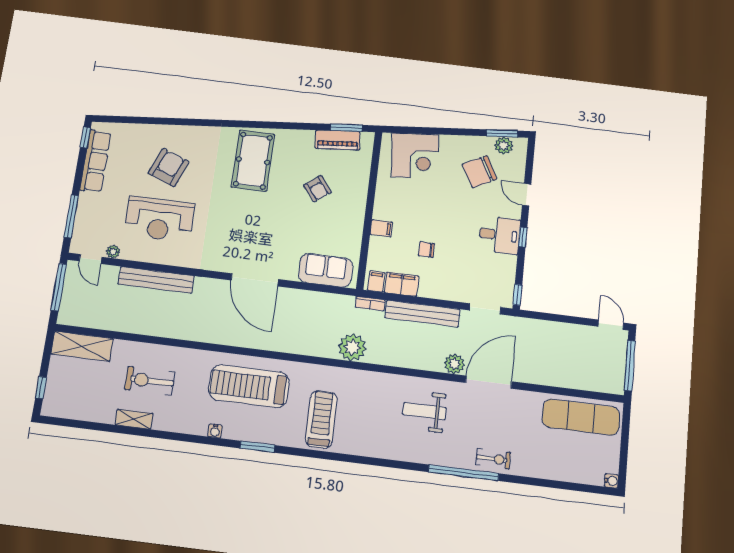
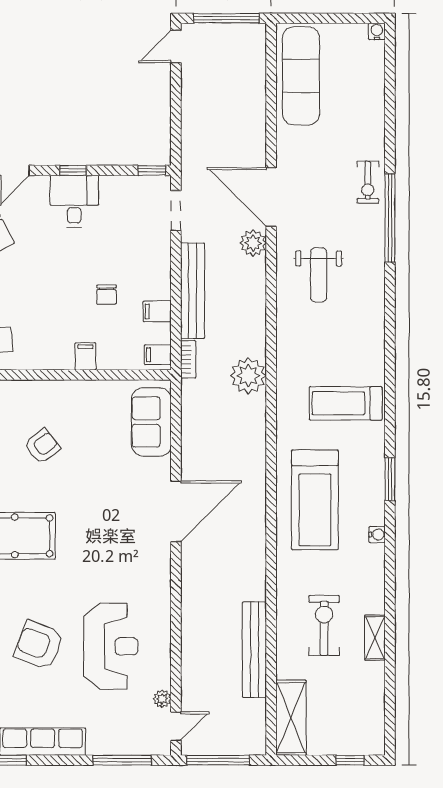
bench: (156, 280) -> (254, 650), moved
filing cabinet: (402, 284) -> (157, 311), width x0.50
exercise bike: (150, 381) -> (324, 625), turned 180
exercise bike: (493, 459) -> (368, 182), turned 180

